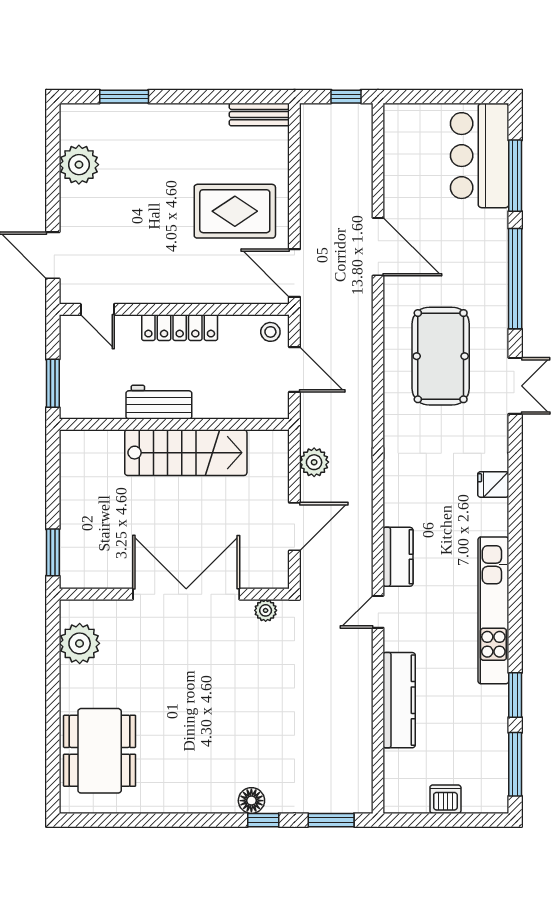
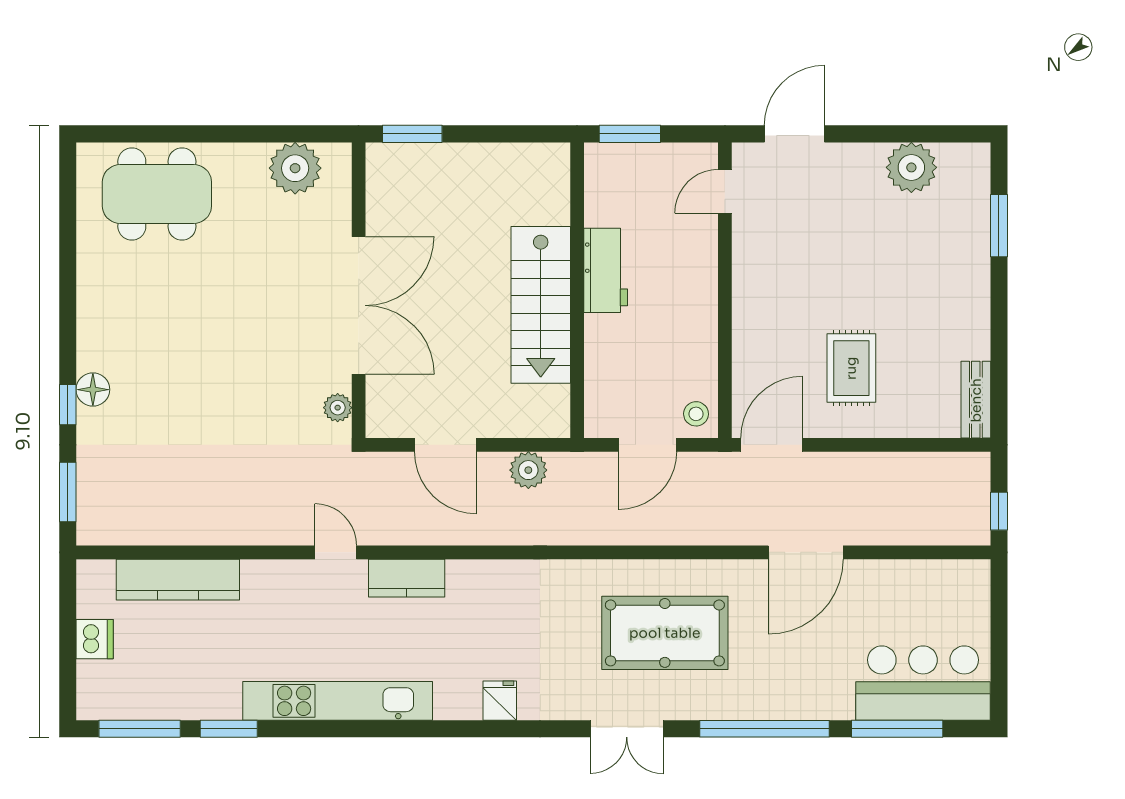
rug: (235, 211) -> (851, 368), width x0.73, depth x0.70
locker: (180, 328) -> (702, 297), removed
kitchen counter: (399, 700) -> (178, 580), moved

